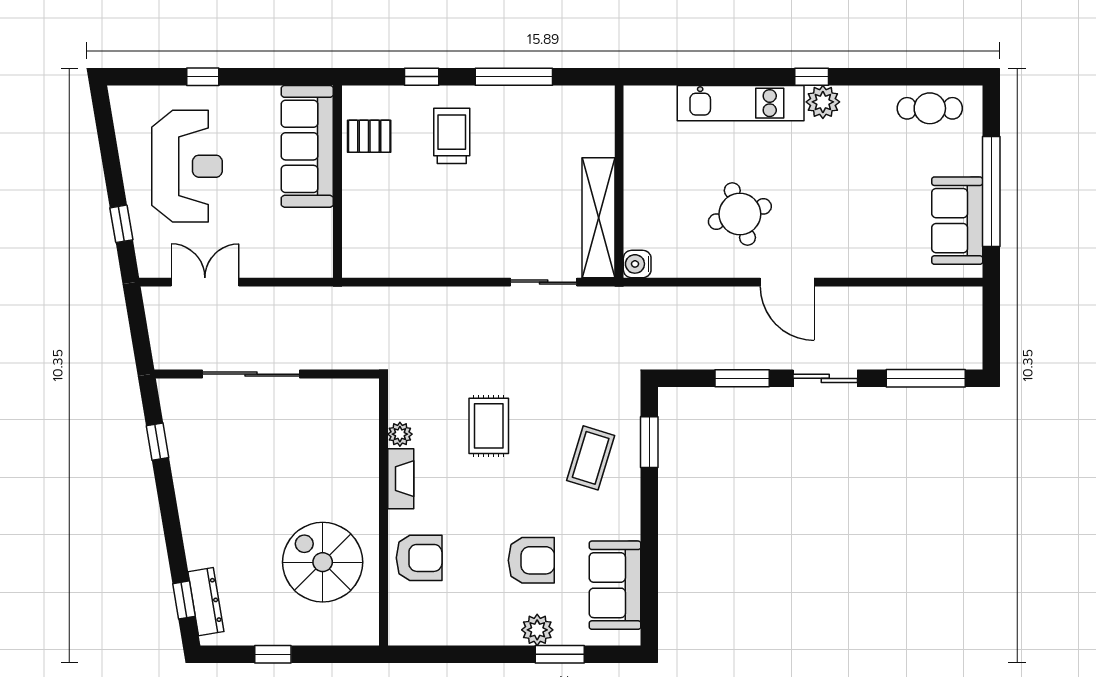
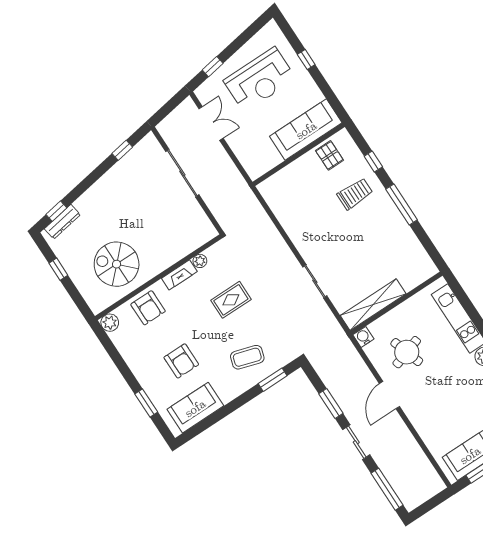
wall: (619, 182) -> (396, 303), moved
shelving: (598, 218) -> (373, 305), moved
water cooler: (637, 264) -> (363, 337), moved
spiral stairs: (323, 562) -> (117, 264), turned -90
plant: (537, 630) -> (110, 323), moved

